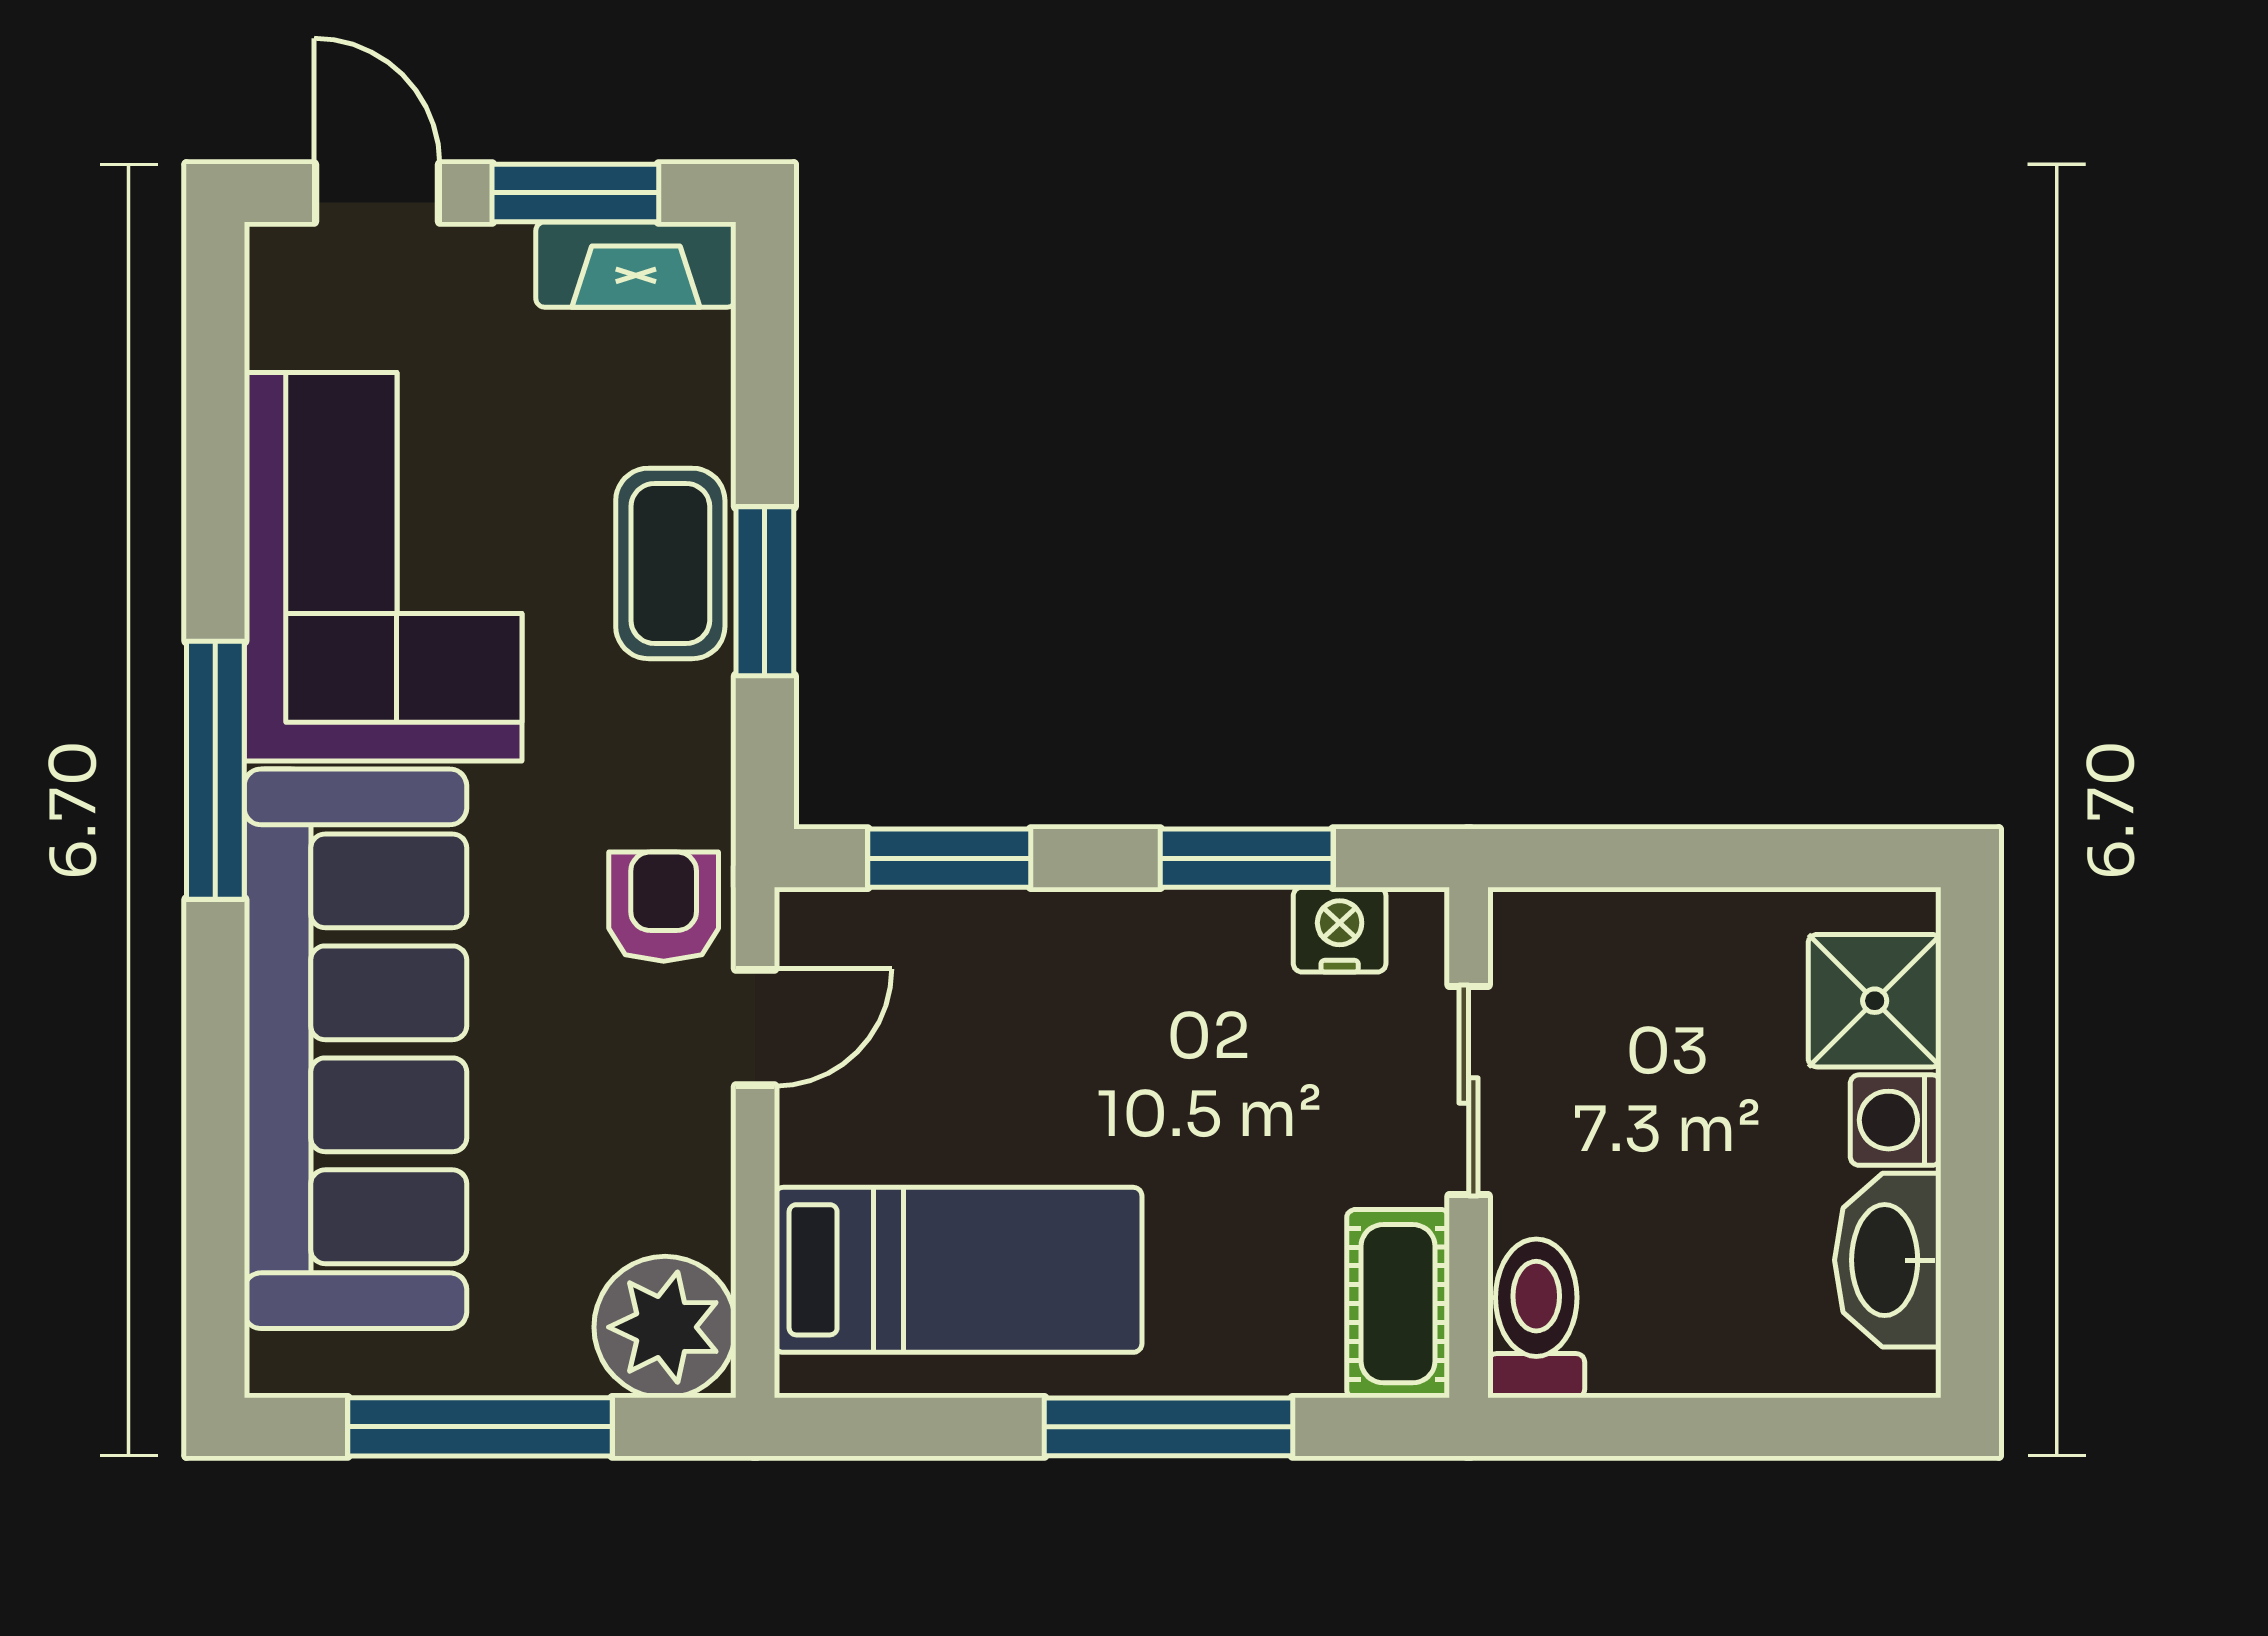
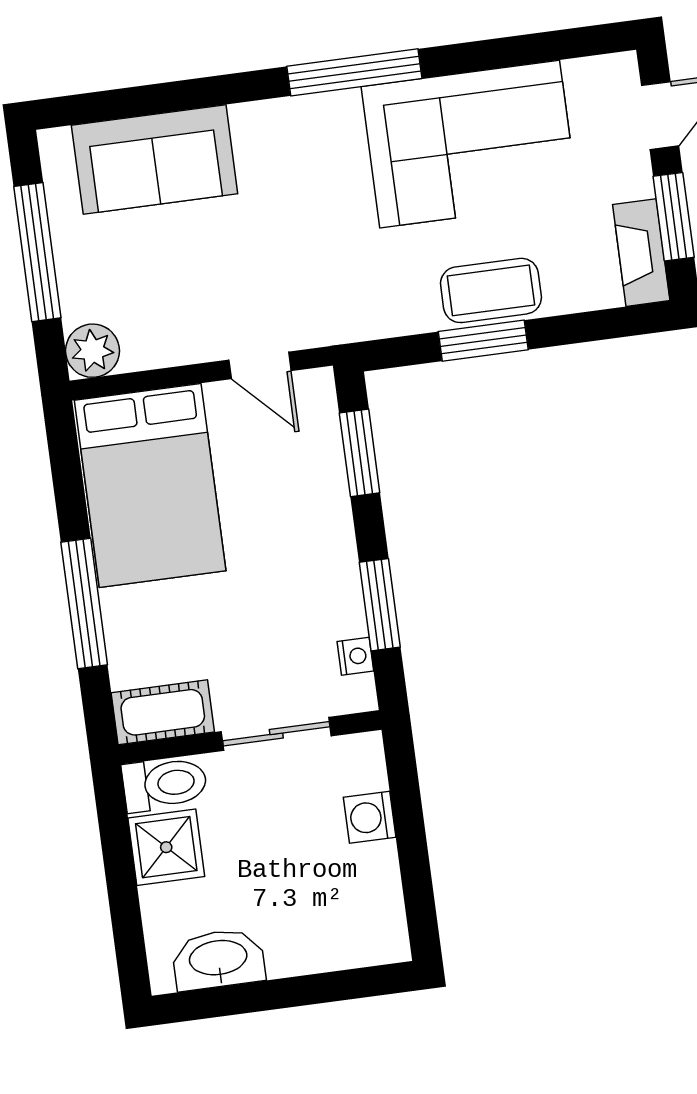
armchair: (664, 907) -> (315, 310), removed
nightstand: (1340, 930) -> (355, 656), width x0.72, depth x0.74
shower: (1875, 1001) -> (166, 847), moved
sofa: (355, 1049) -> (155, 159), width x0.54, depth x0.79
washing machine: (1896, 1120) -> (370, 817), moved, turned -90
bed: (958, 1270) -> (150, 485), width x1.50
plant: (665, 1327) -> (93, 351), width x0.73, depth x0.73

